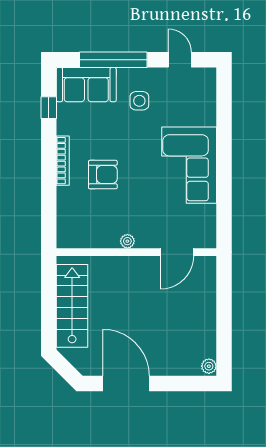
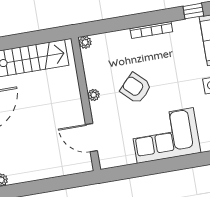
armchair: (103, 175) -> (136, 88), moved, turned 134
plant: (64, 241) -> (85, 42), added

